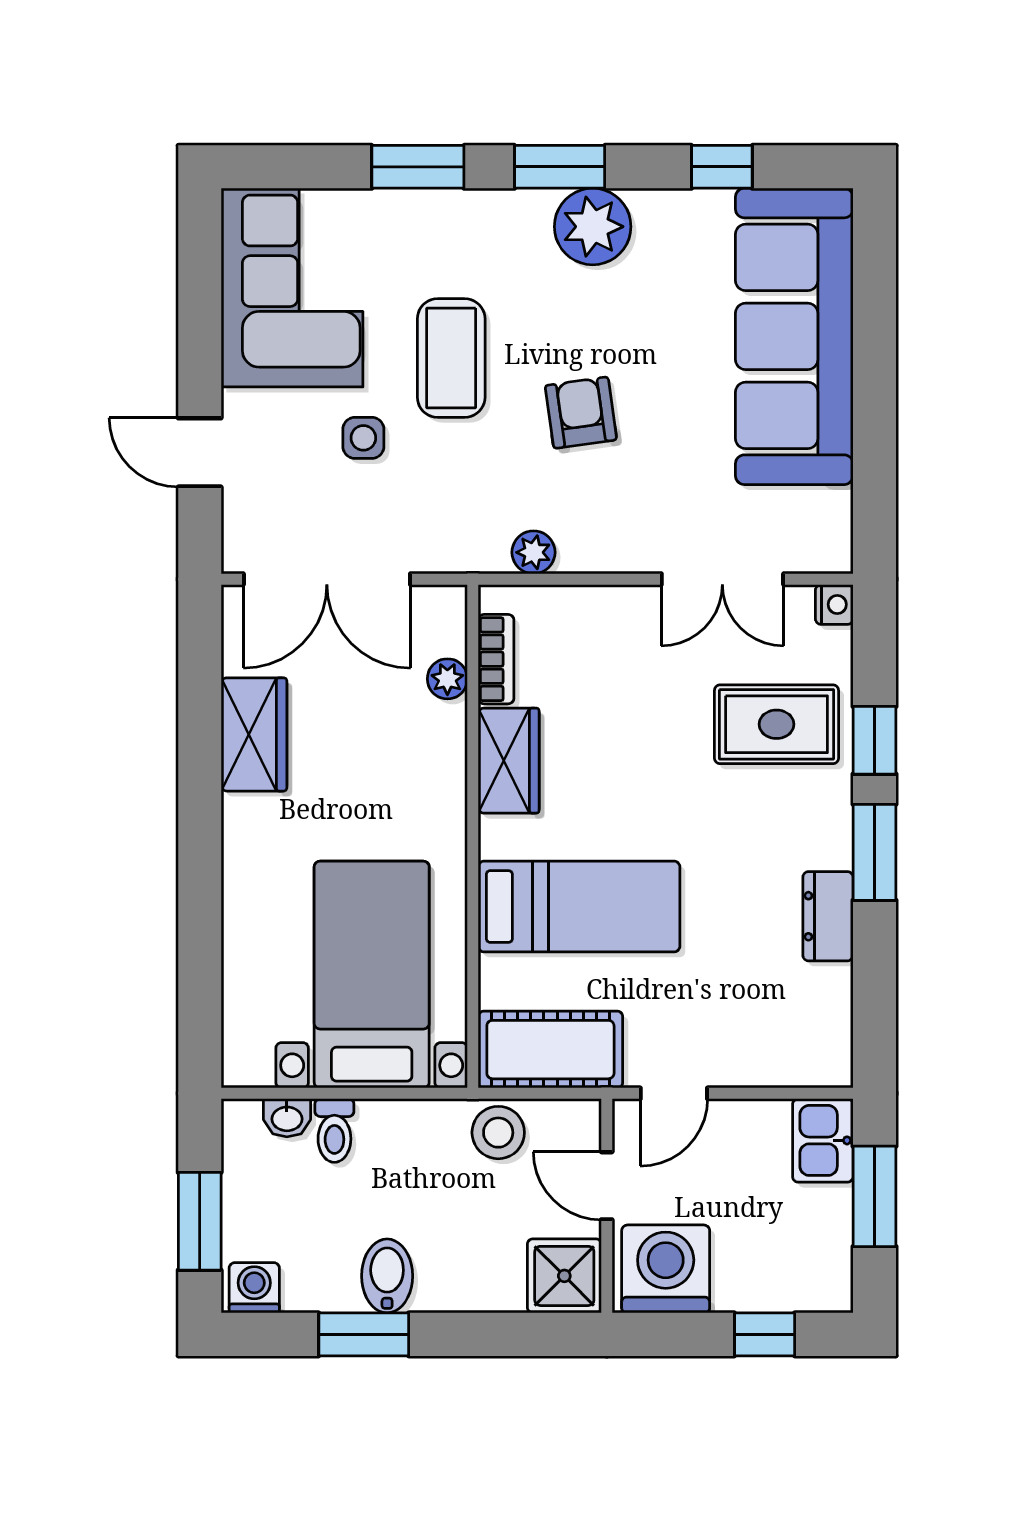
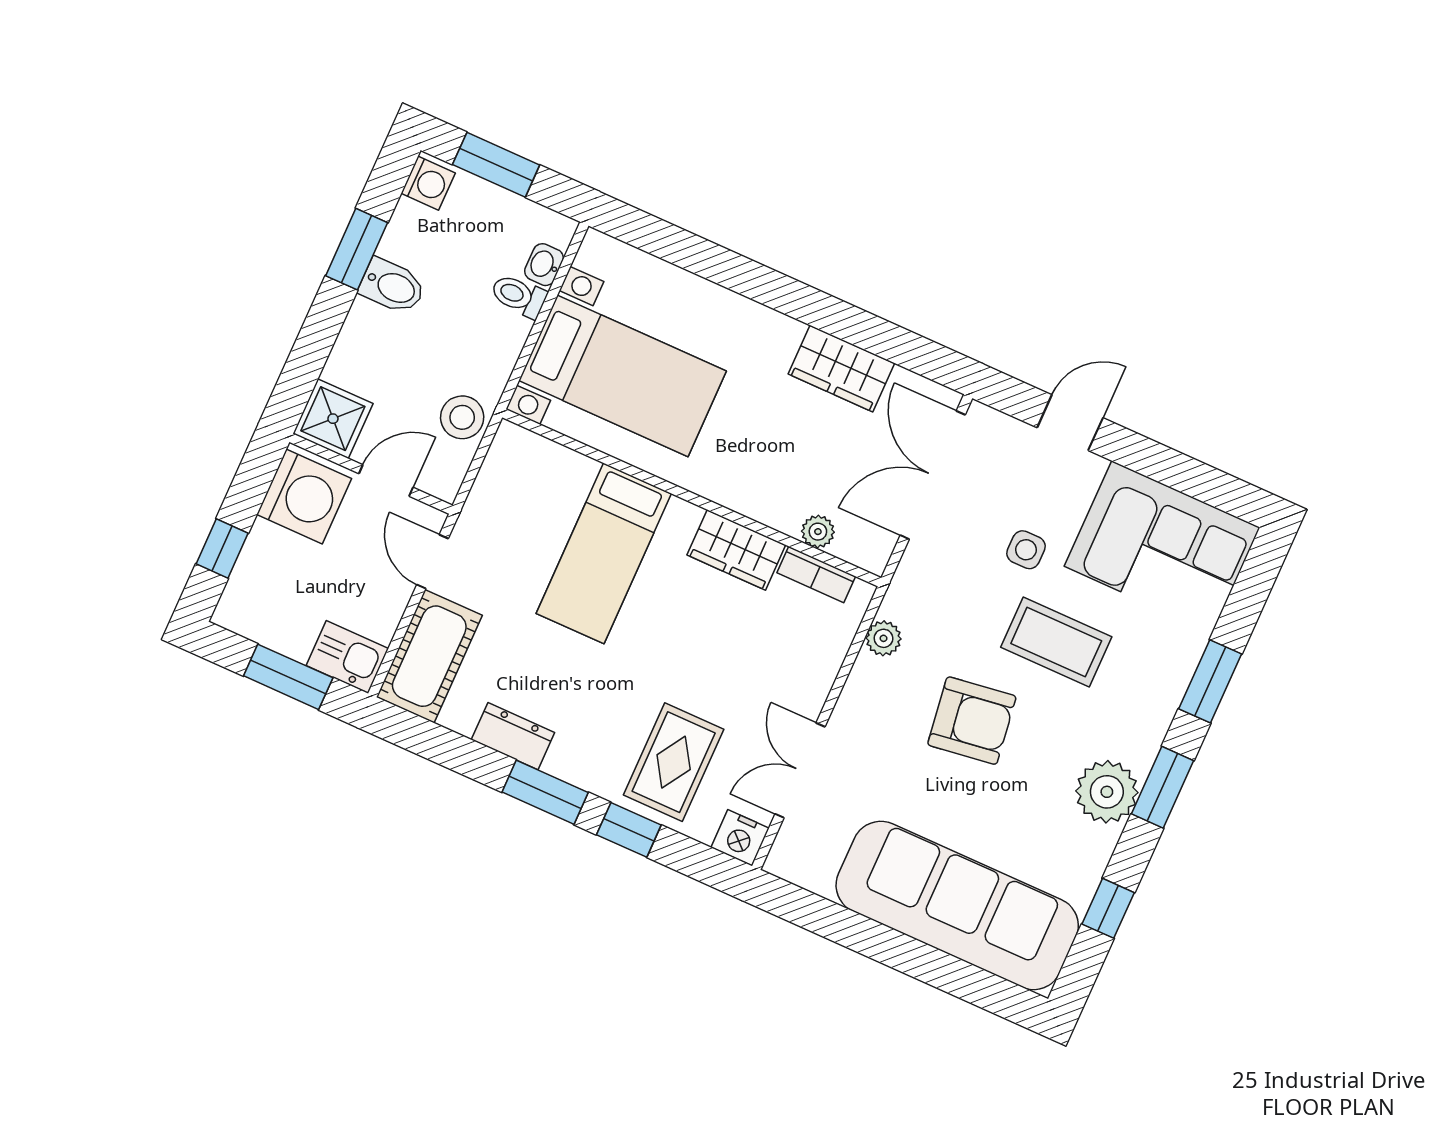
armchair: (581, 413) -> (972, 721), width x1.38, depth x1.38
nightstand: (834, 604) -> (740, 838), width x1.39, depth x1.35
cot: (550, 1050) -> (429, 656), moved

